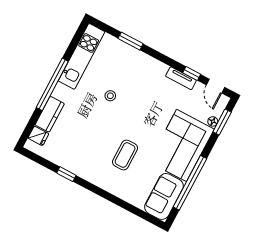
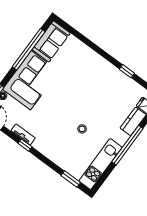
window: (131, 41) -> (71, 179), moved
window: (192, 73) -> (25, 145), moved
coffee table: (125, 155) -> (77, 79), removed

